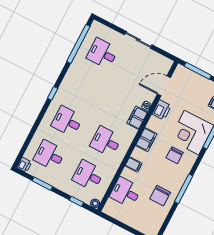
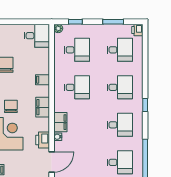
desk: (85, 87) -> (120, 125), added
desk: (126, 192) -> (37, 36), moved

